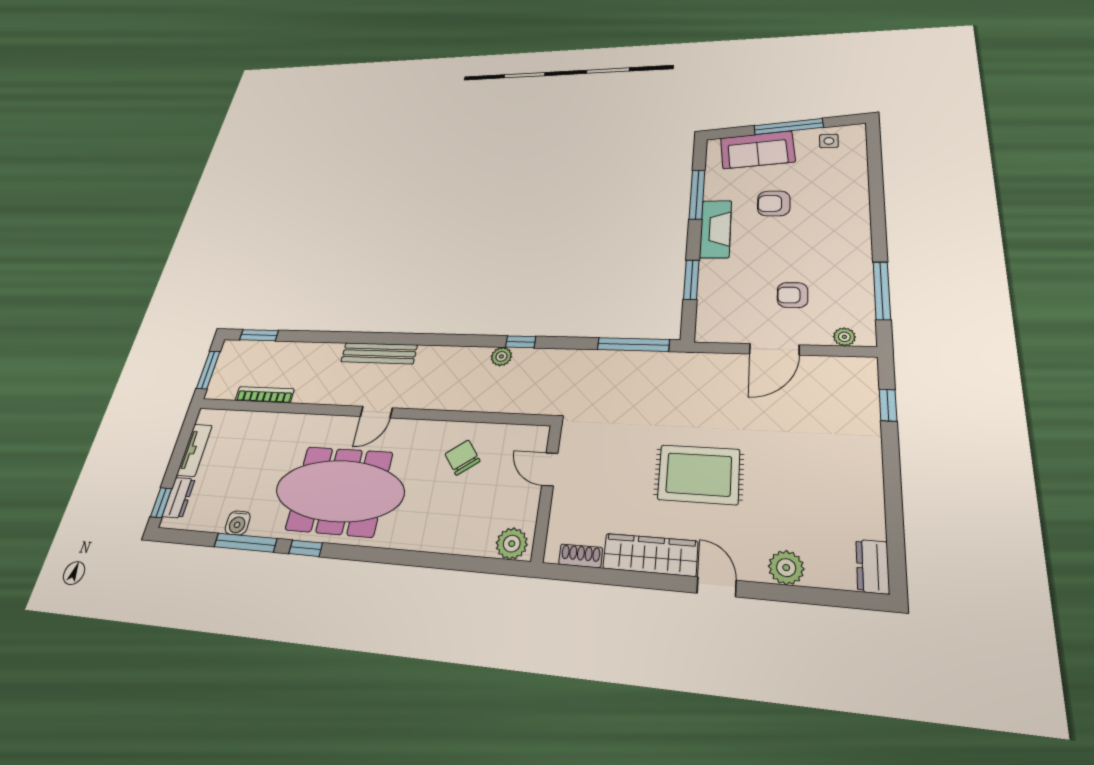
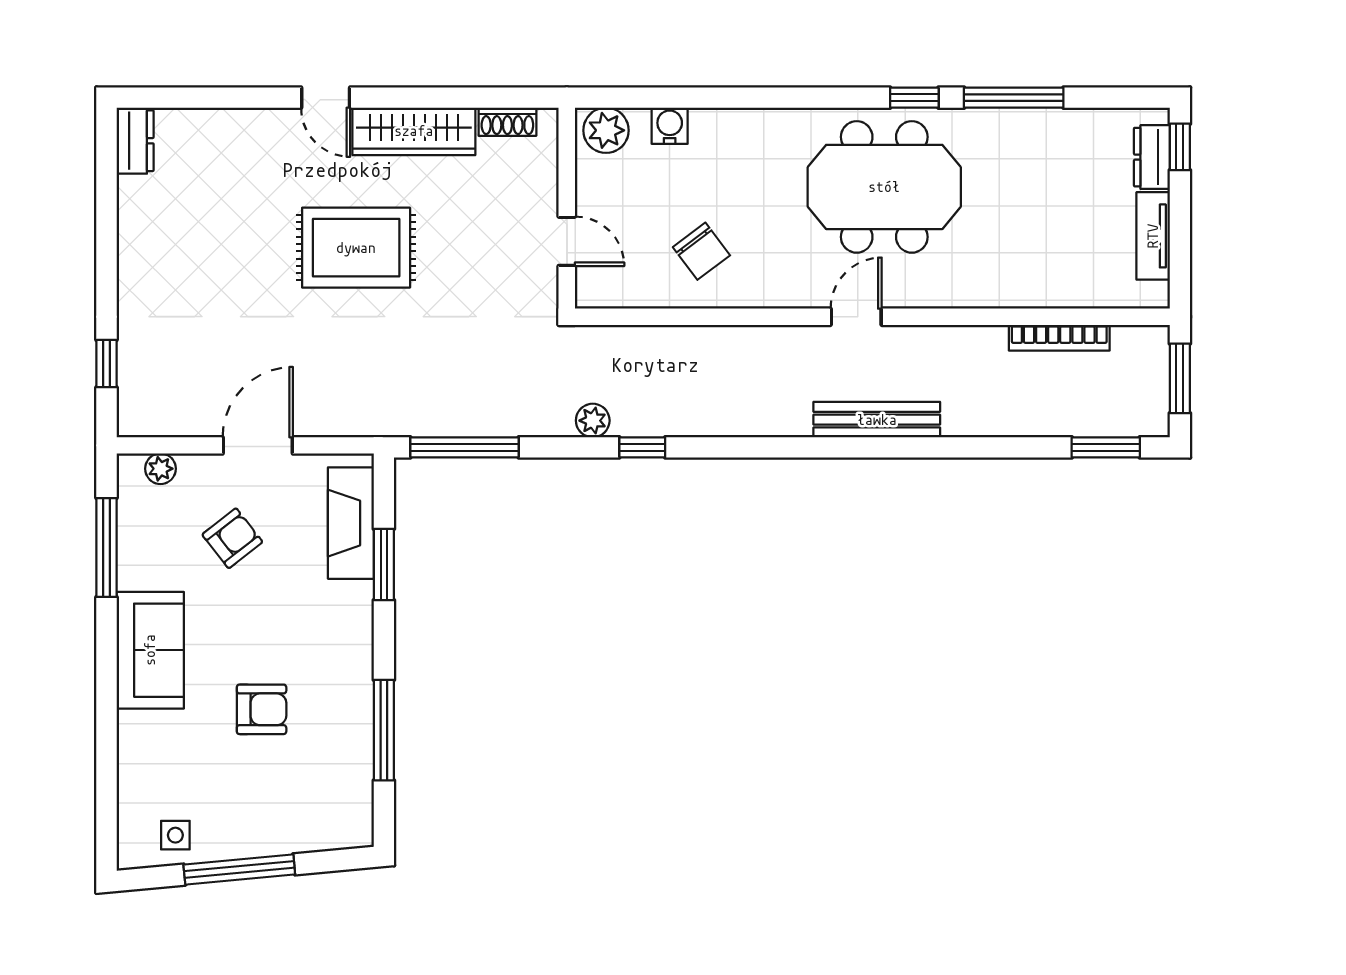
sofa: (757, 150) -> (150, 650), moved, turned 95
fireplace: (716, 229) -> (351, 523), moved
armchair: (793, 295) -> (232, 538), turned -38
plant: (501, 356) -> (593, 421), moved
meeting table: (339, 491) -> (884, 187), width x0.73
water cooler: (238, 523) -> (670, 126), moved
plant: (786, 568) -> (240, 130), removed

